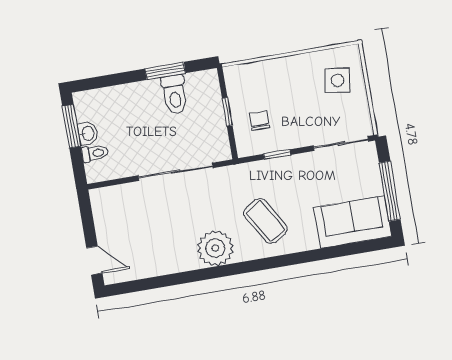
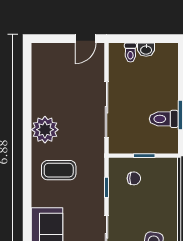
window: (71, 126) -> (153, 39), removed
coffee table: (265, 221) -> (59, 170), turned 31
door: (94, 261) -> (85, 39), moved

